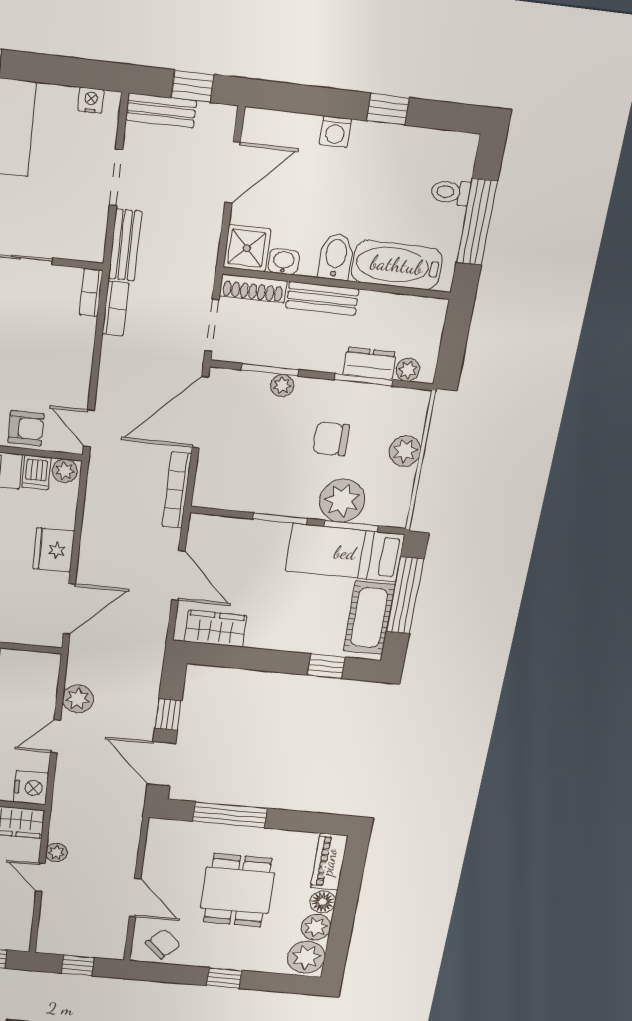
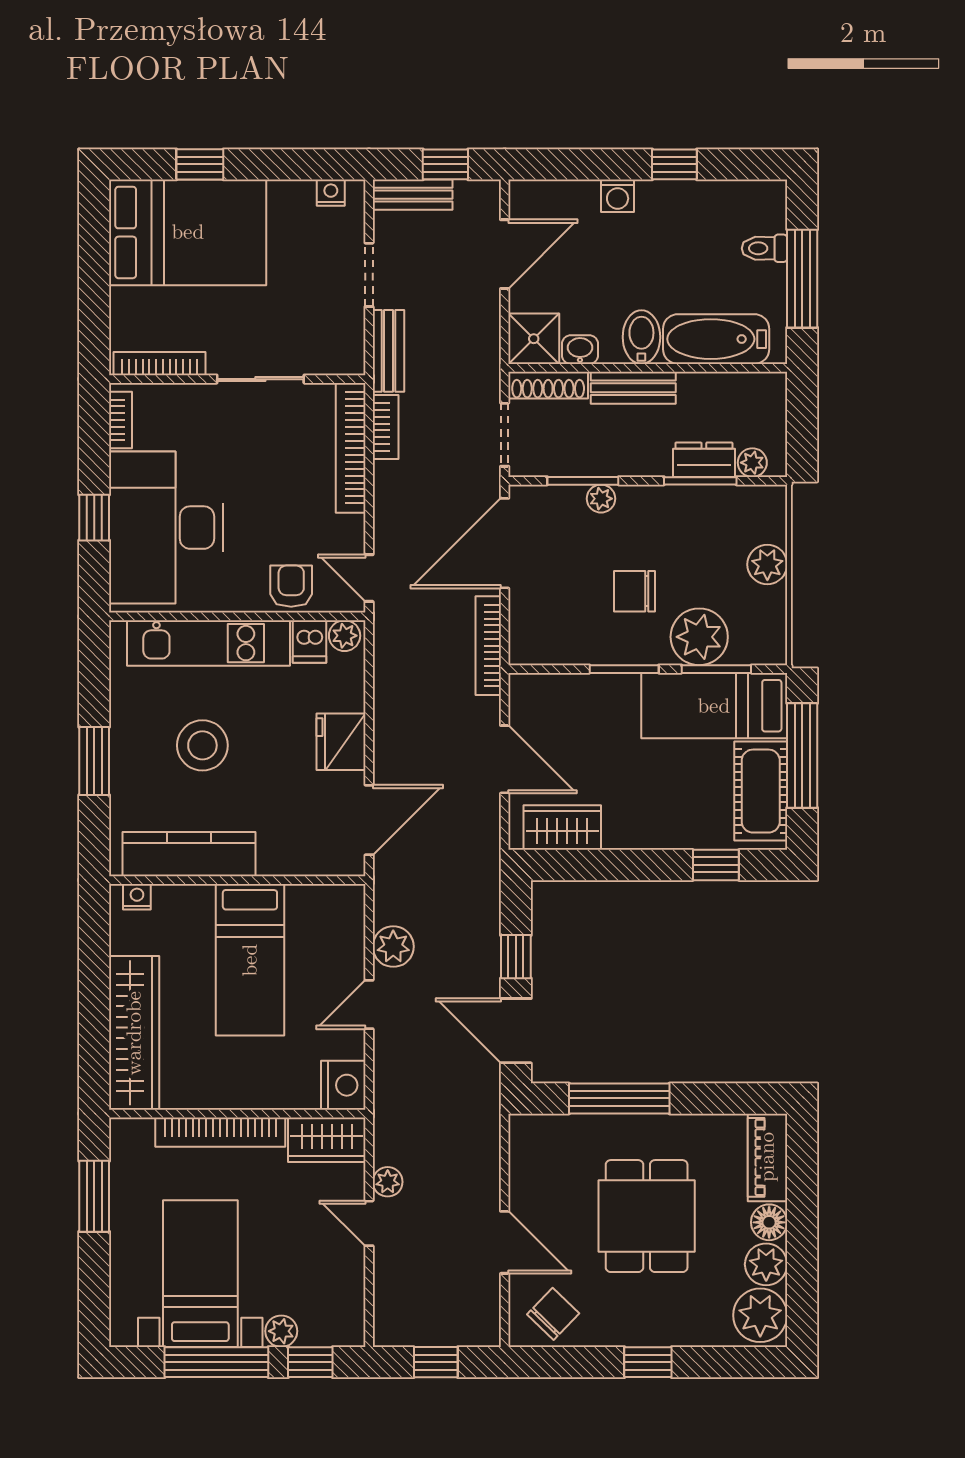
bookcase: (91, 292) -> (351, 448), width x2.31, depth x1.31
armchair: (26, 428) -> (291, 586), turned -90
chair: (331, 439) -> (634, 591), moved

